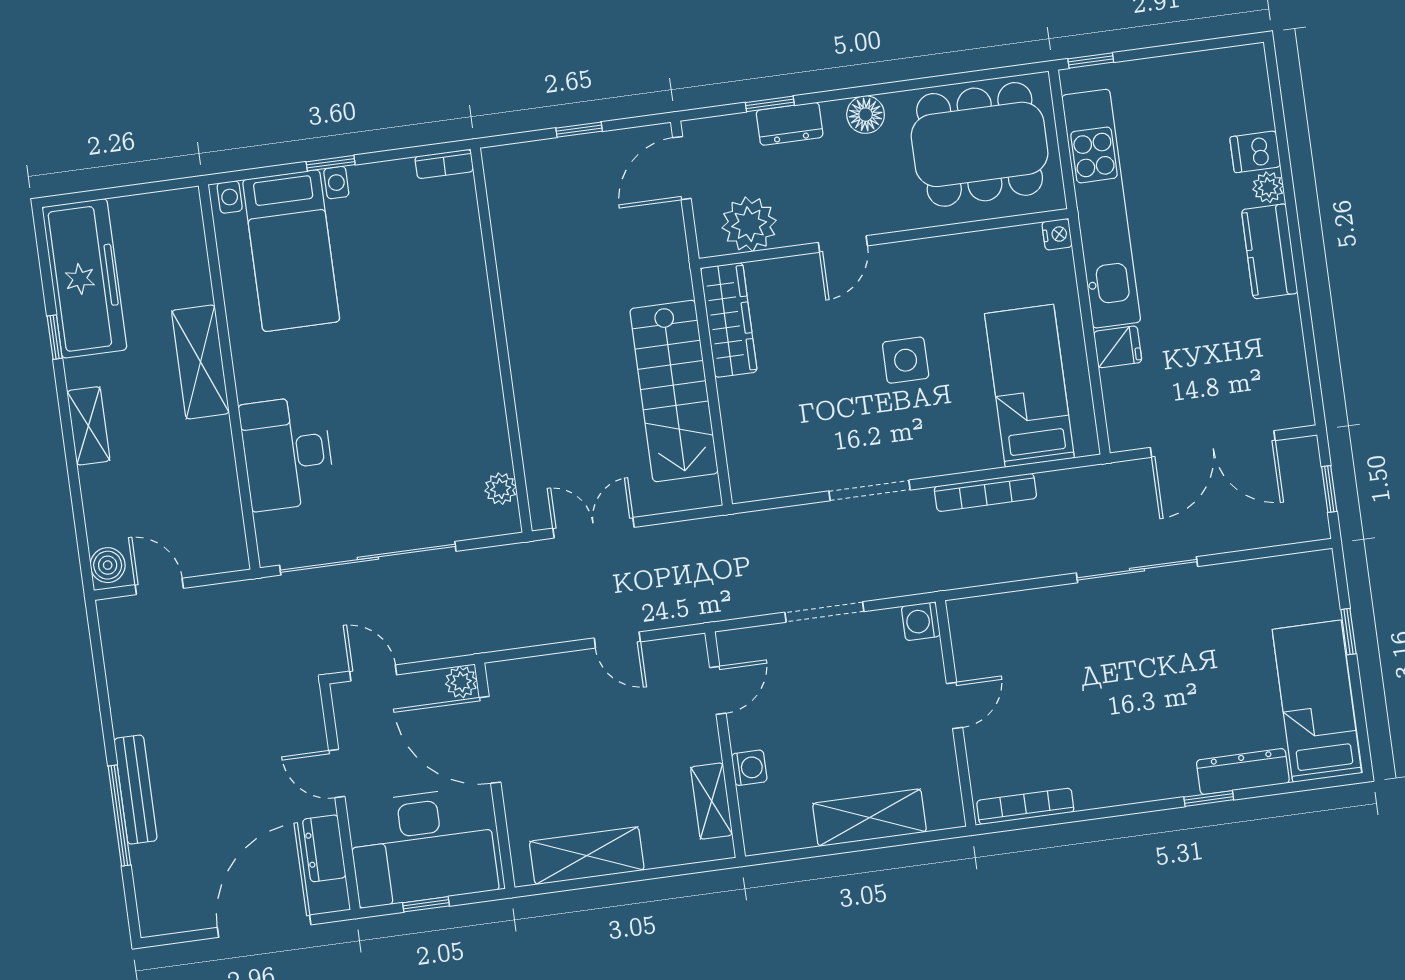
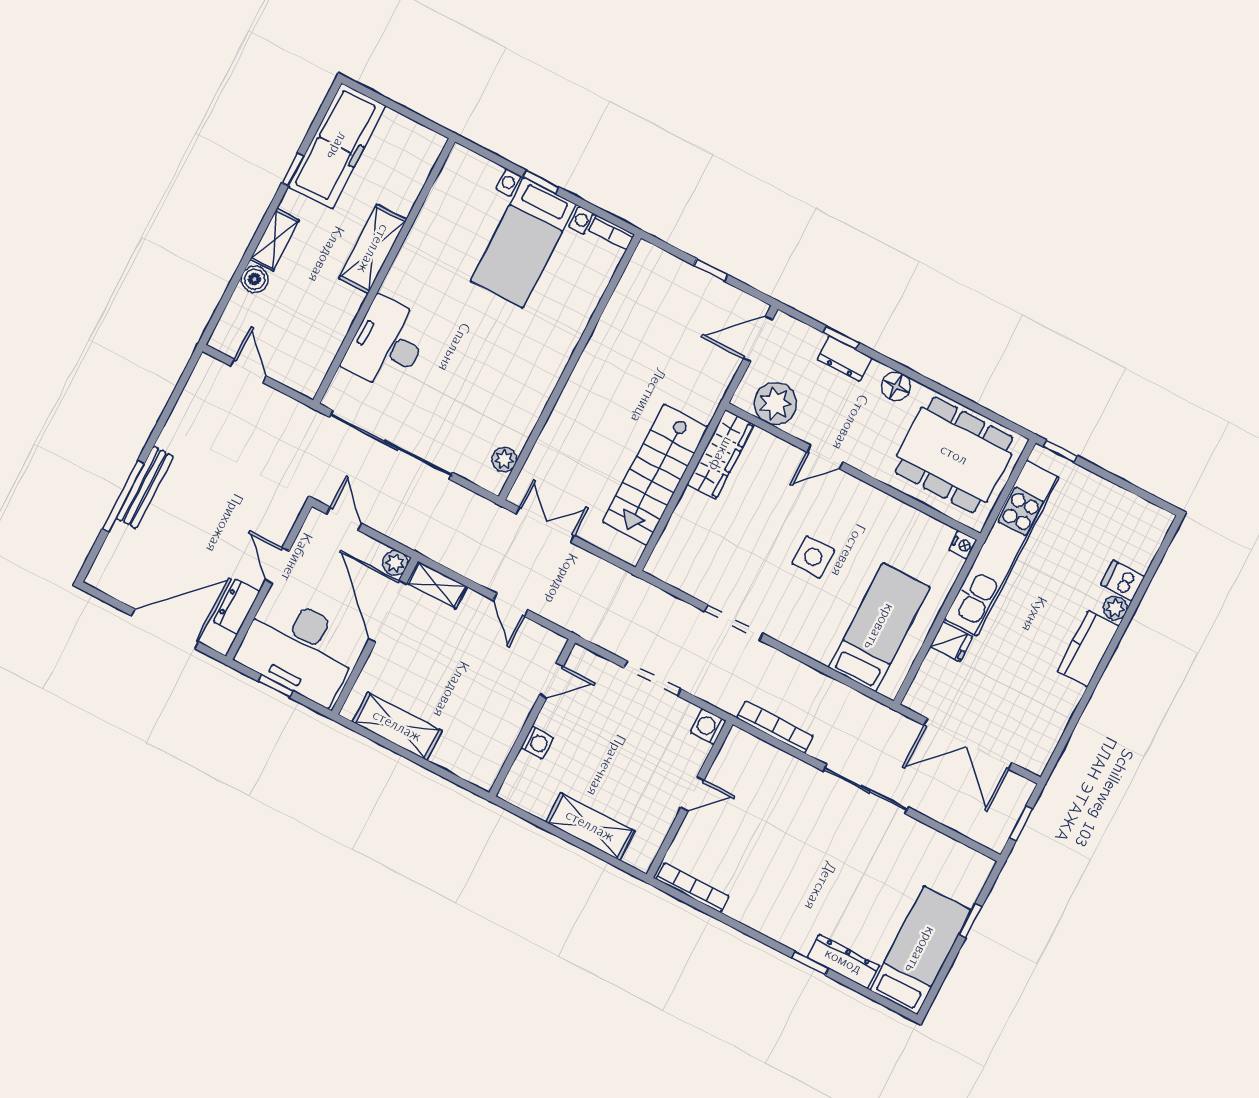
bed with nightstands: (291, 251) -> (523, 243), moved
bookcase: (985, 492) -> (775, 727), moved, turned 180
boiler: (108, 565) -> (255, 279), moved
shelving: (712, 801) -> (437, 585), moved, turned 90

